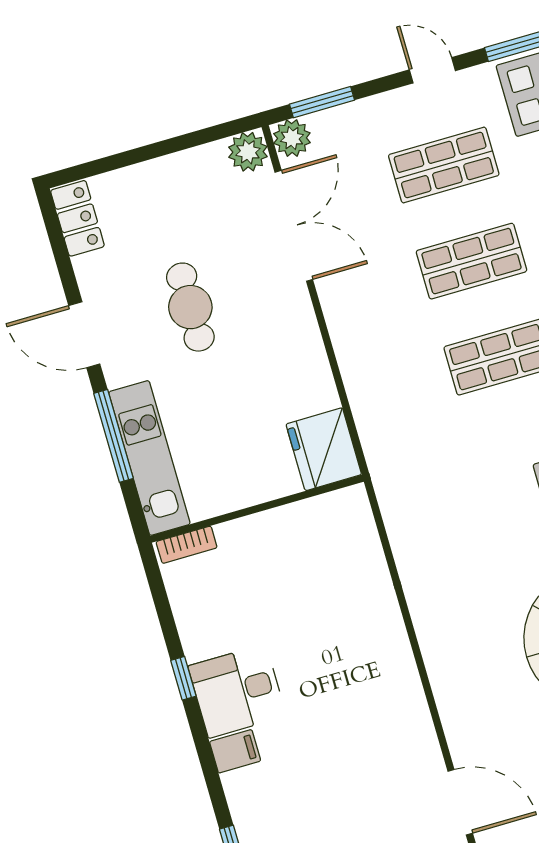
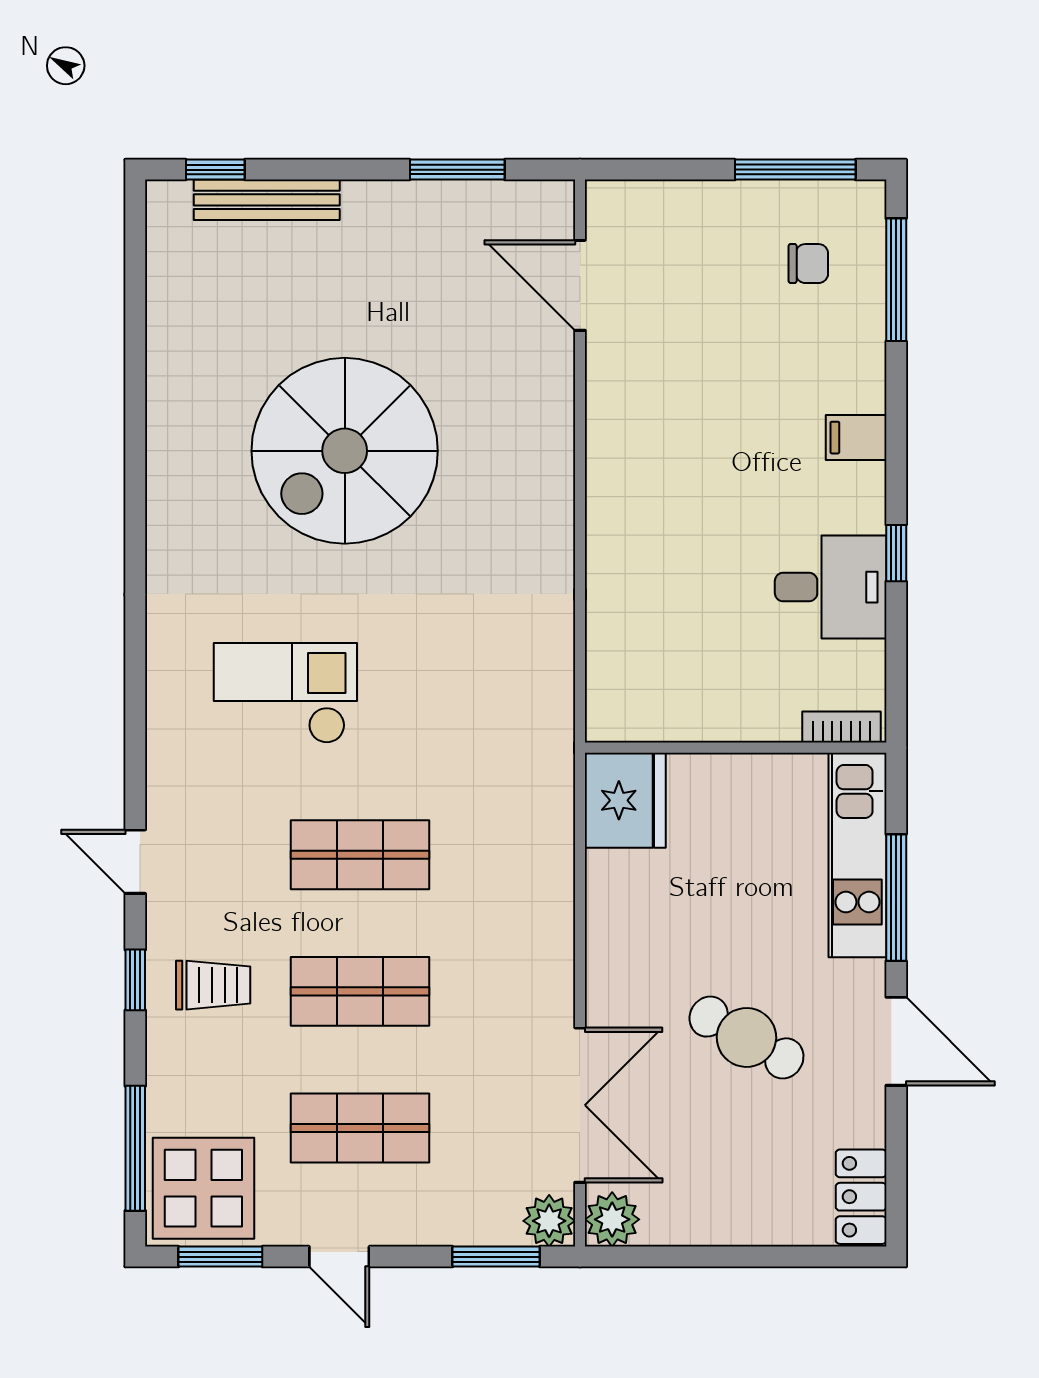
double door: (294, 226) -> (580, 1105), swing flipped
cafe table: (190, 307) -> (746, 1037), turned -61
desk: (237, 691) -> (831, 587), moved

